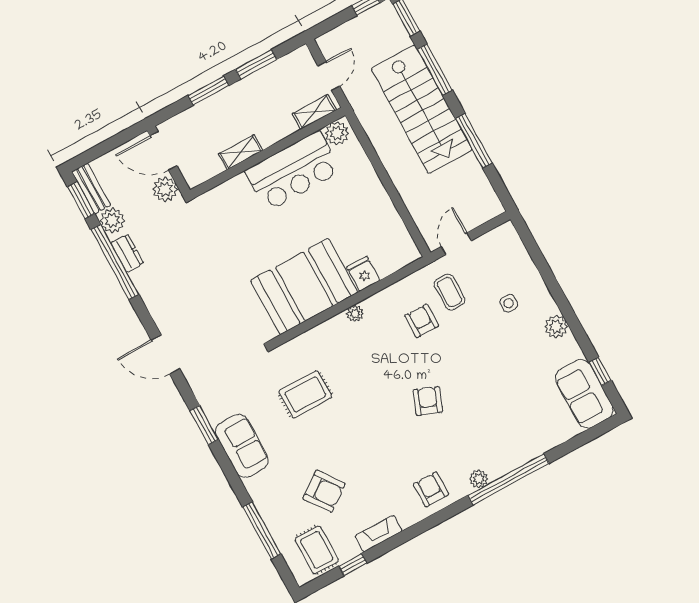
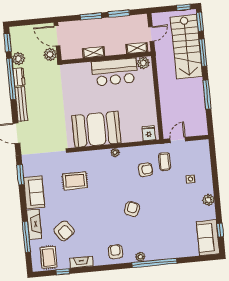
stairs: (422, 109) -> (187, 47), moved
bench: (91, 188) -> (21, 104), moved, width x1.36
fridge: (363, 274) -> (149, 133), moved
armchair: (422, 321) -> (145, 170), turned 85
fireplace: (266, 502) -> (34, 224), added

